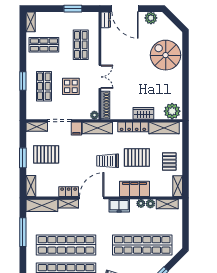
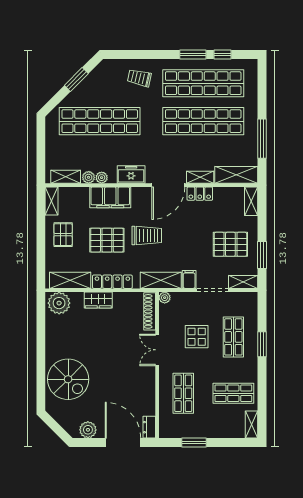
window: (23, 158) -> (262, 255), moved

